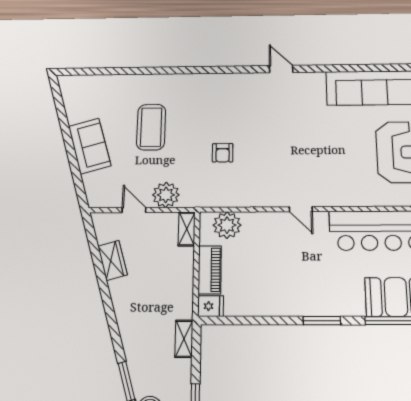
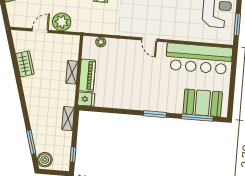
door: (134, 210) -> (40, 31), hinge flipped
plant: (227, 225) -> (101, 42), width x0.53, depth x0.53
shelving: (187, 229) -> (72, 72), moved

